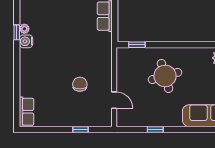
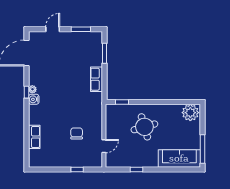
door: (114, 100) -> (104, 146), hinge flipped
row of seats: (27, 112) -> (34, 137), moved

